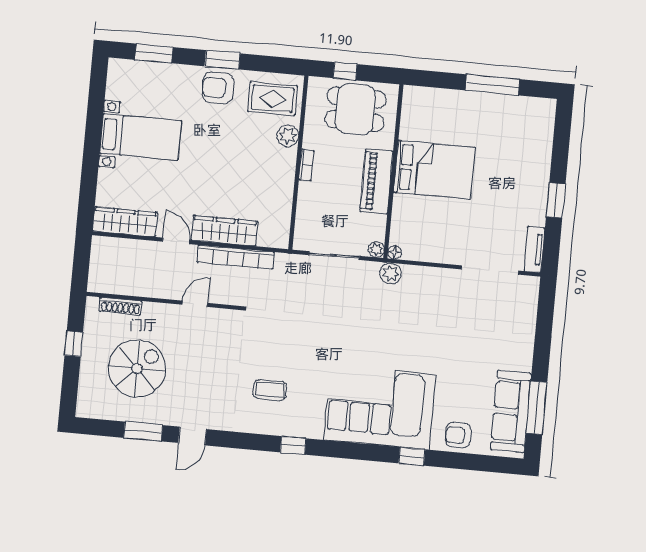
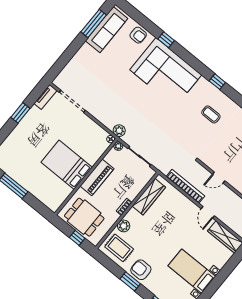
armchair: (218, 88) -> (141, 270), turned 180
wardrobe: (225, 231) -> (149, 197), moved, turned -90

